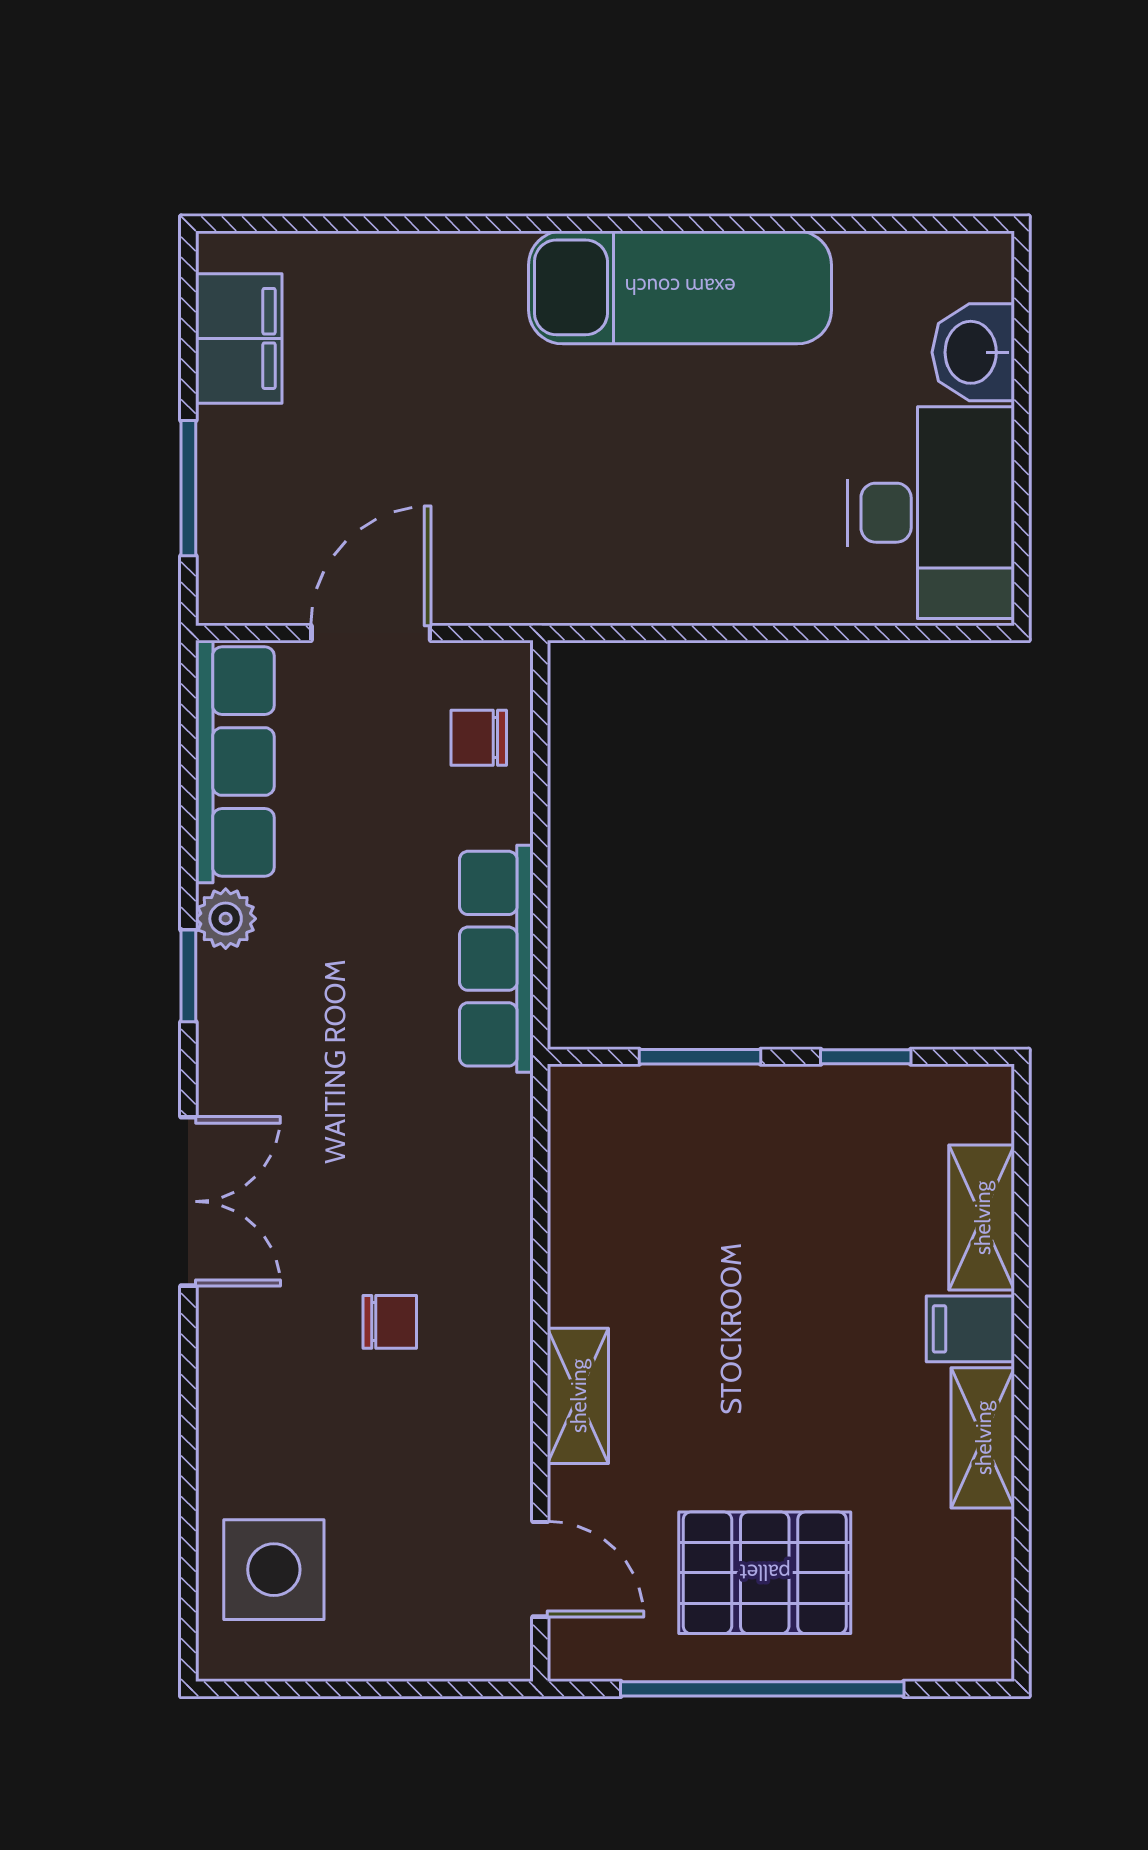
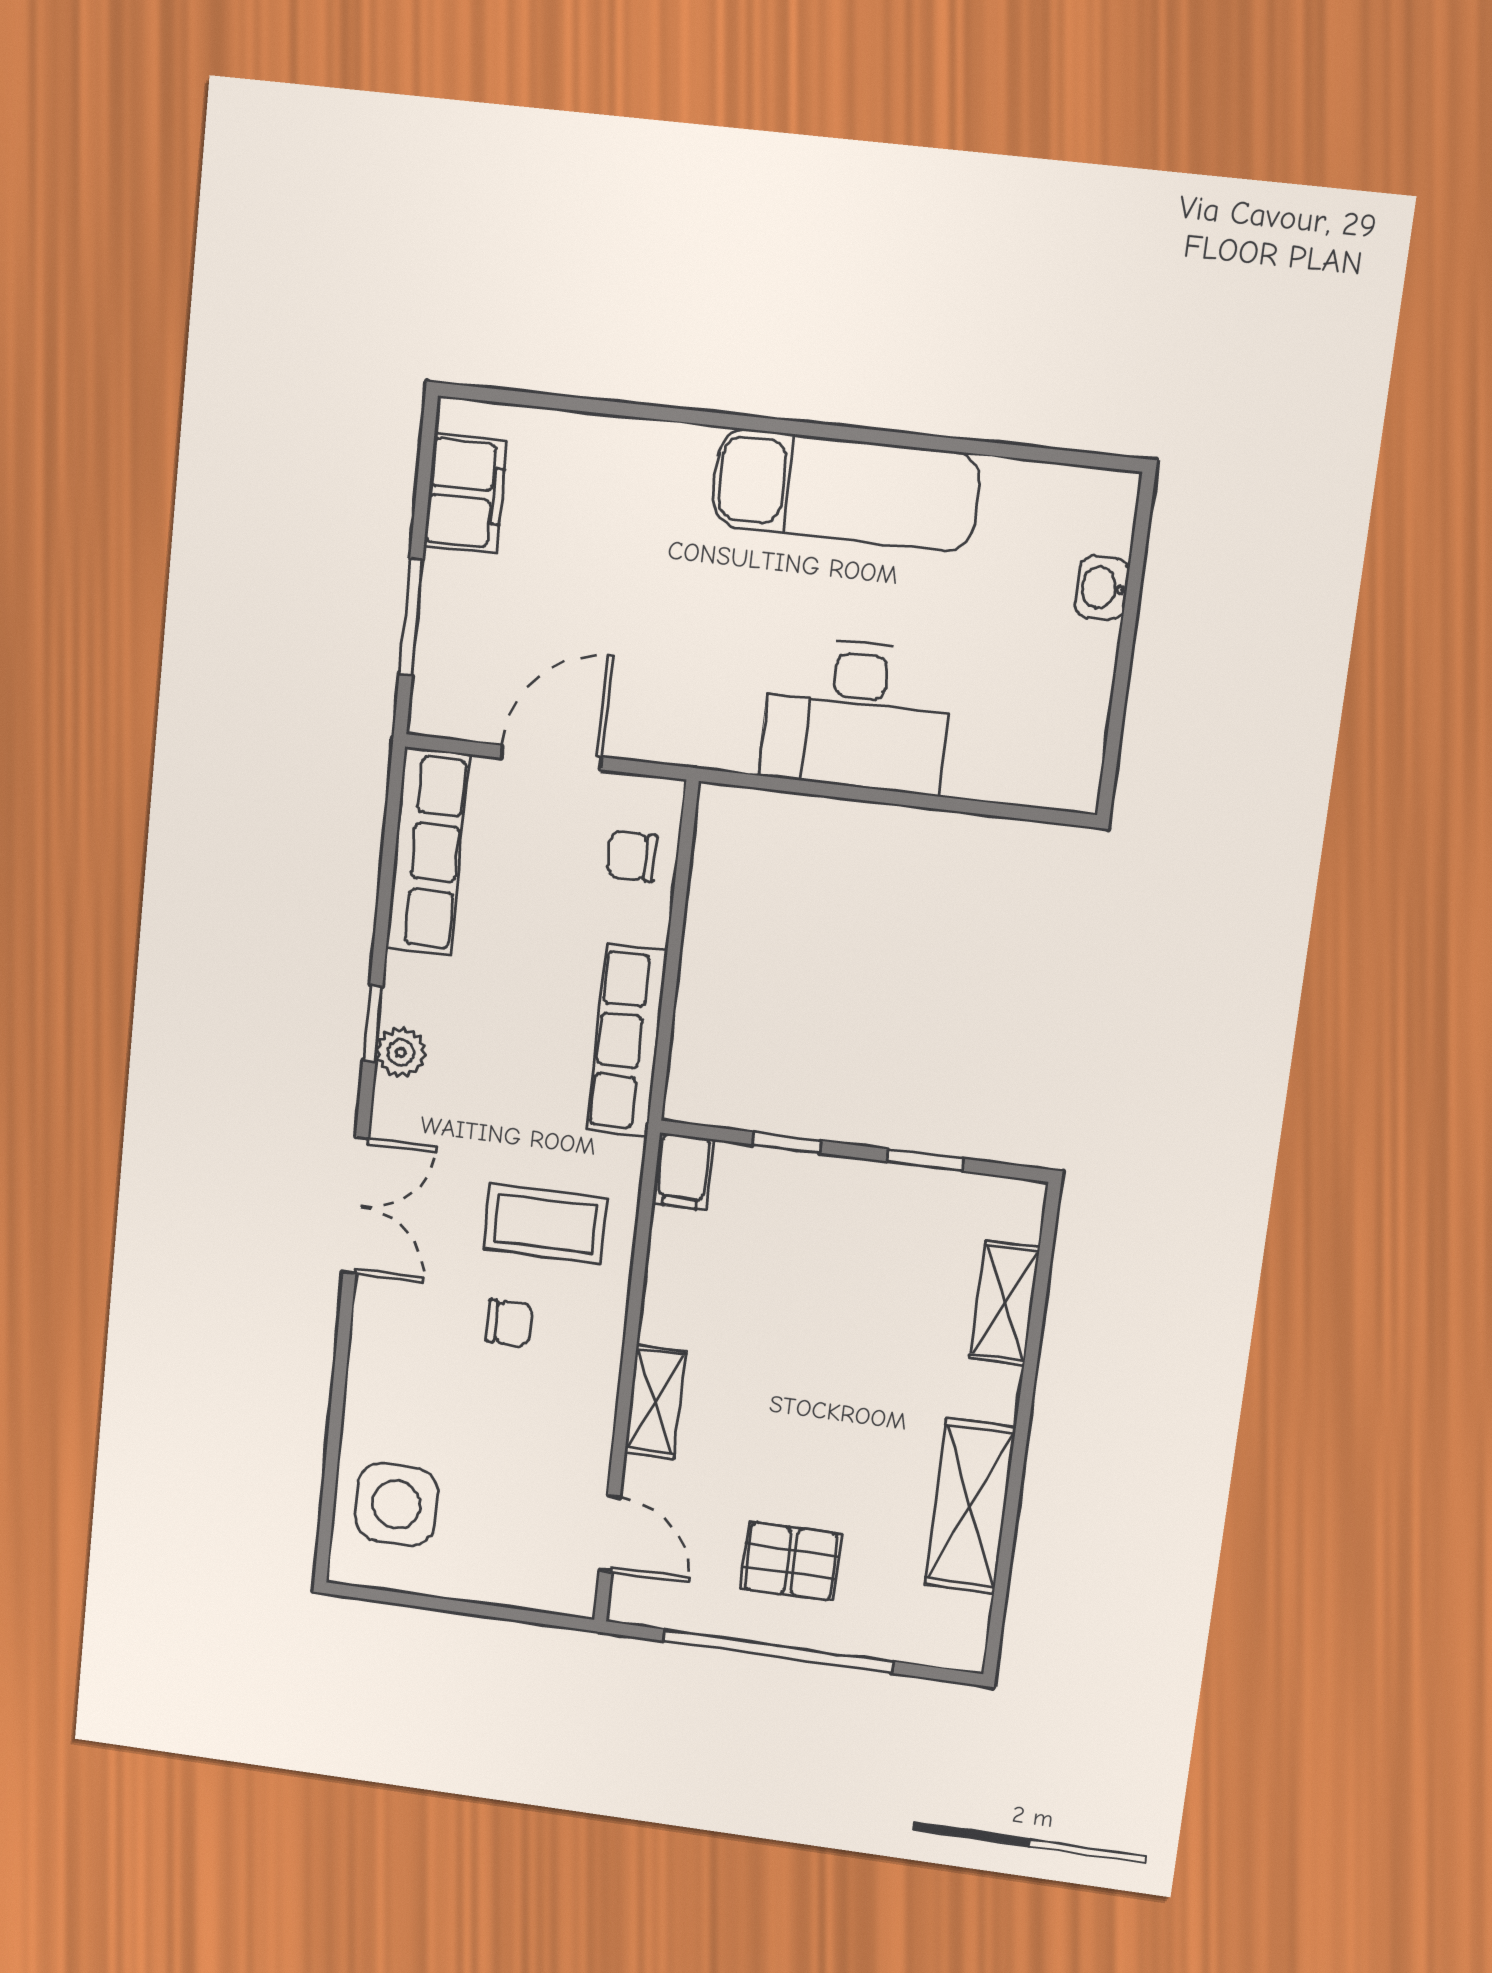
washbasin: (973, 352) -> (1102, 588), width x0.72, depth x0.69
desk: (931, 513) -> (856, 715), moved, turned 90
plant: (226, 919) -> (401, 1052), moved
window: (700, 1057) -> (787, 1143), width x0.67
coffee table: (422, 1193) -> (546, 1224), added
filing cabinet: (970, 1329) -> (683, 1172), moved, turned -90
shelving: (983, 1438) -> (970, 1506), width x1.50, depth x1.33
pallet: (765, 1573) -> (791, 1561), width x0.67, depth x0.71

